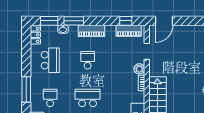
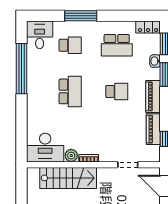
piano: (129, 31) -> (153, 129), moved
plant: (139, 69) -> (71, 156), moved

